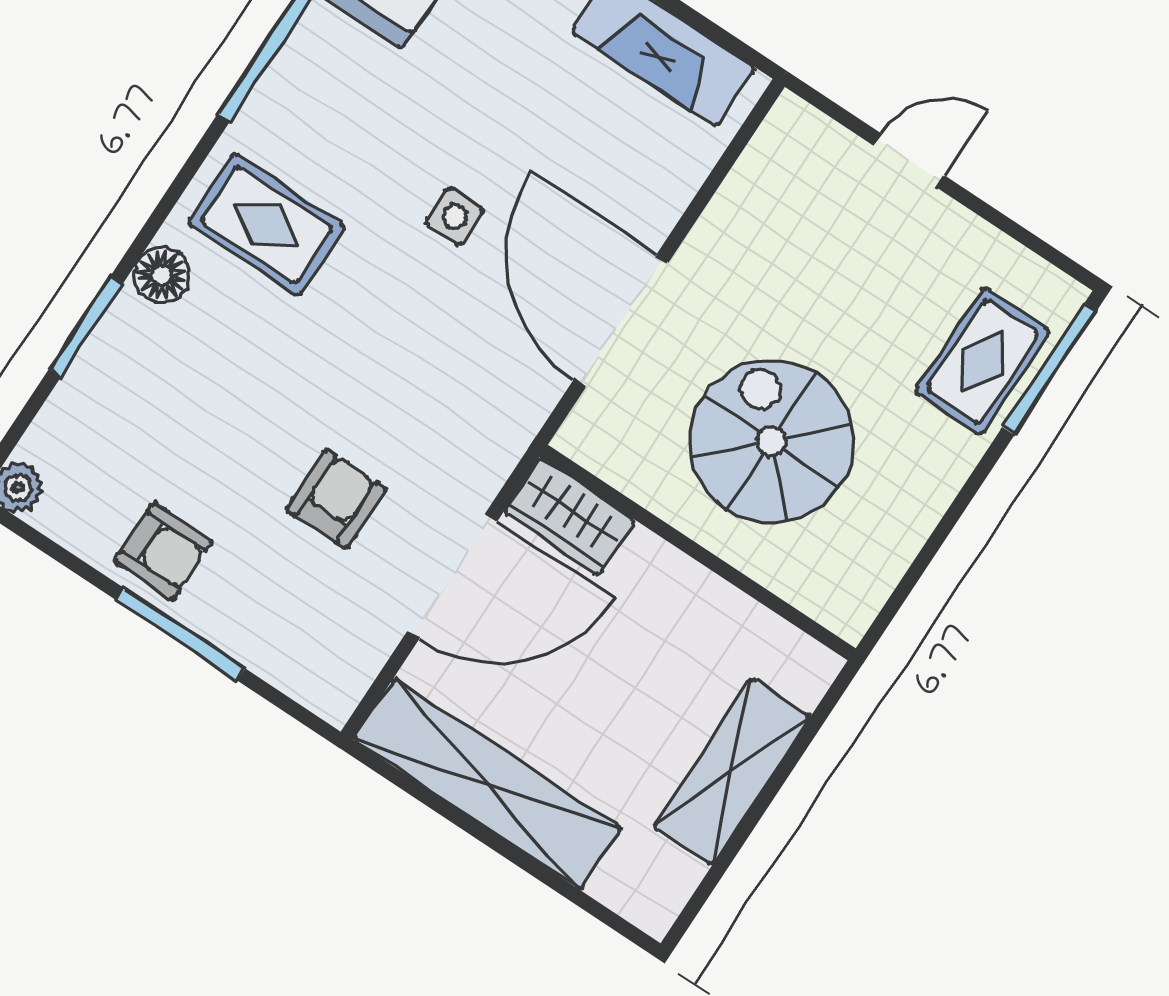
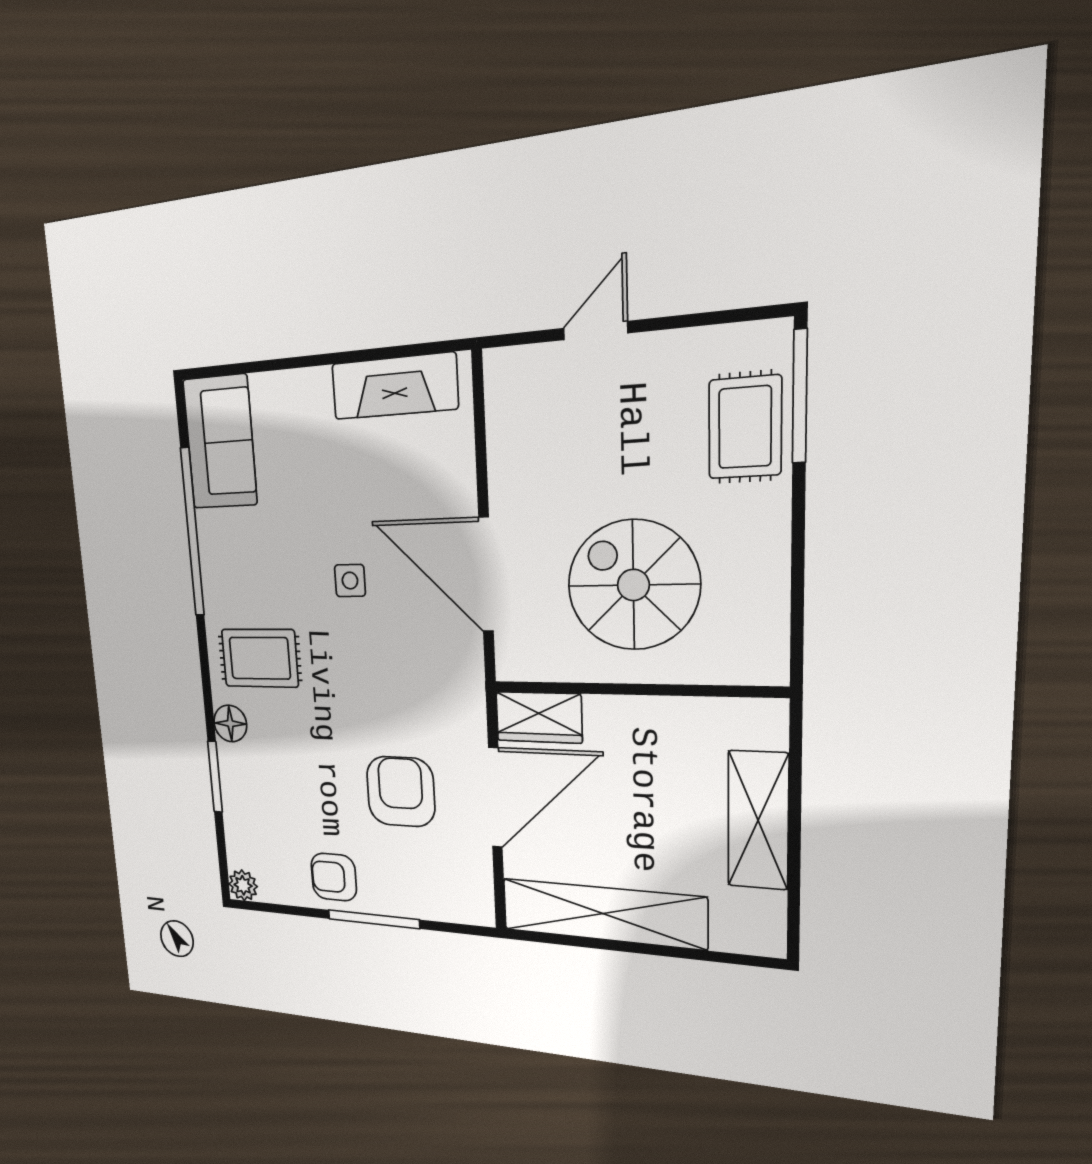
armchair: (336, 499) -> (401, 792), width x1.38, depth x1.38
armchair: (163, 551) -> (334, 877), turned 180

